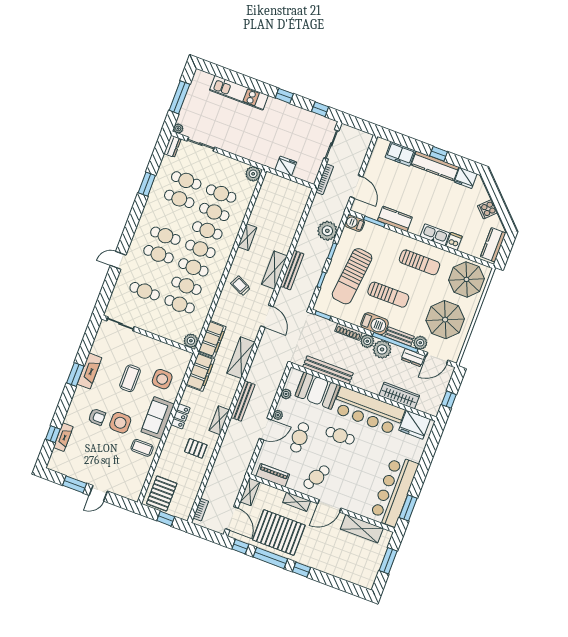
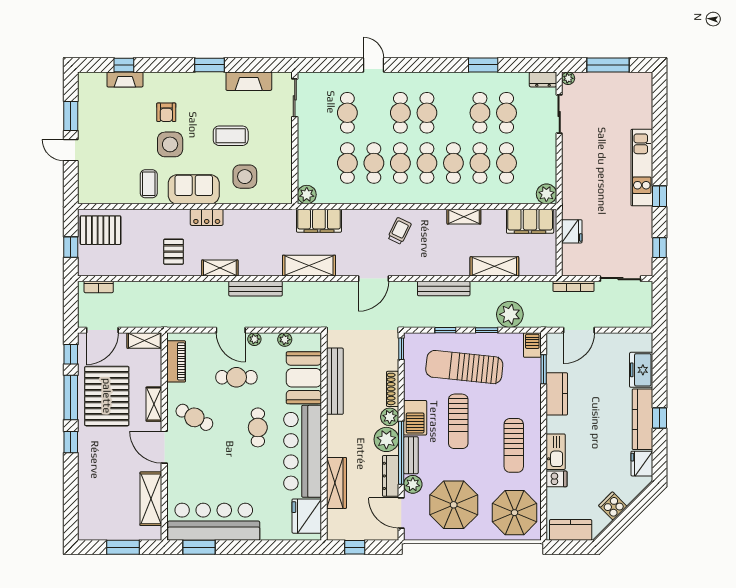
kitchen unit: (239, 93) -> (642, 168), moved
shelving: (274, 270) -> (494, 266), moved
dresser: (413, 358) -> (391, 476), width x1.44
fireplace: (89, 371) -> (249, 81), moved
filing cabinet: (200, 372) -> (530, 221), moved

